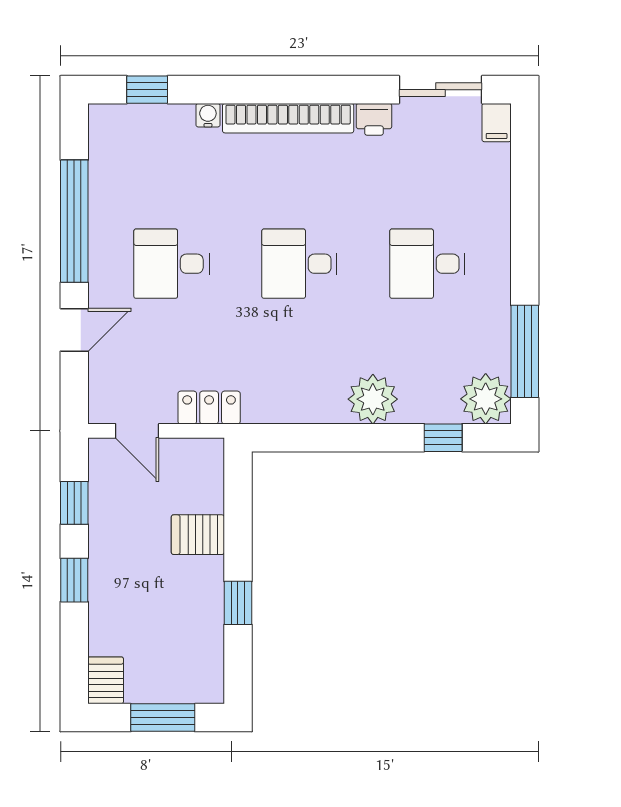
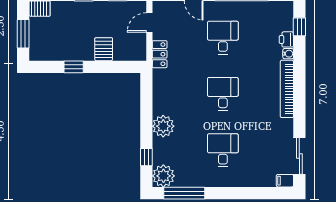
printer: (374, 119) -> (286, 39), moved

